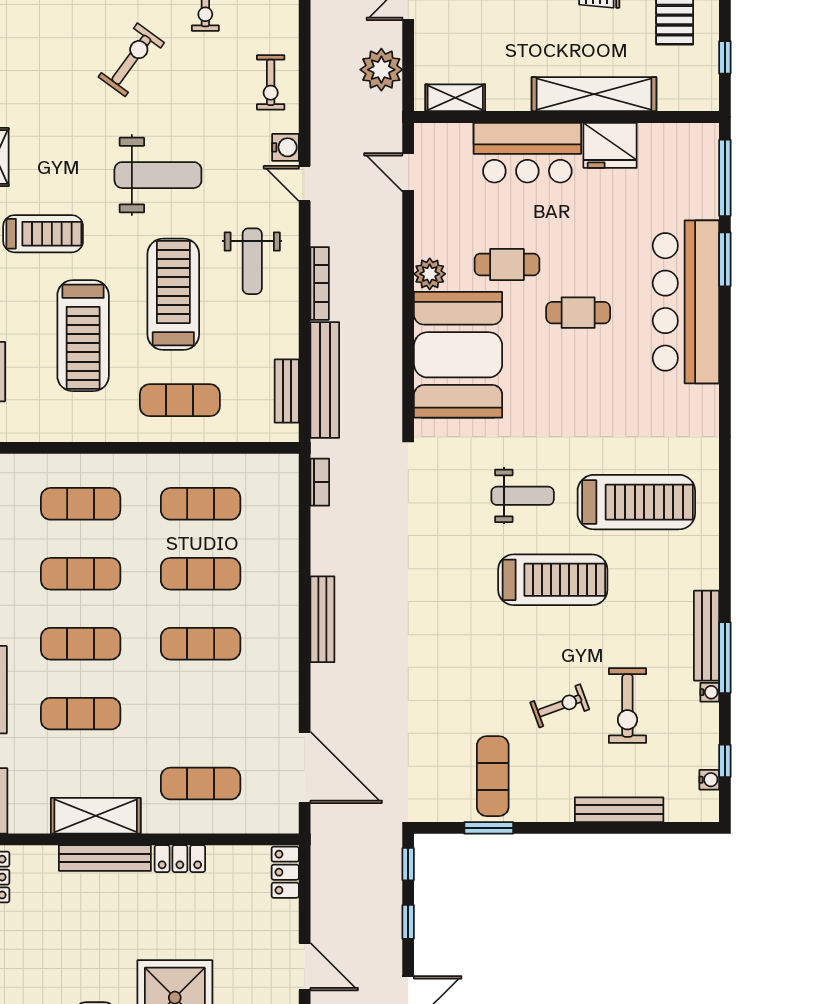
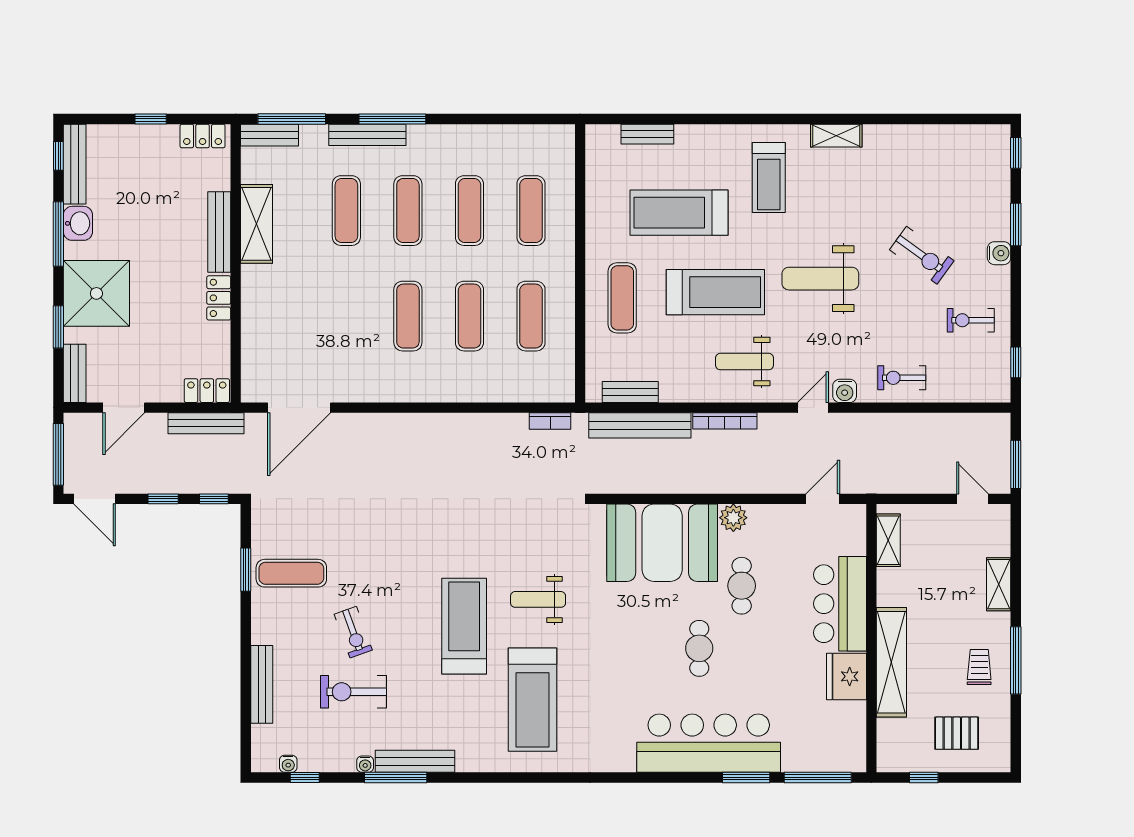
plant: (381, 70) -> (913, 475), removed
weight bench: (158, 175) -> (820, 279), turned 90
weight bench: (523, 496) -> (538, 599), turned 90
treadmill: (553, 580) -> (464, 626), turned 180
bench: (322, 619) -> (206, 423), moved
exercise mat: (201, 784) -> (285, 316), removed

